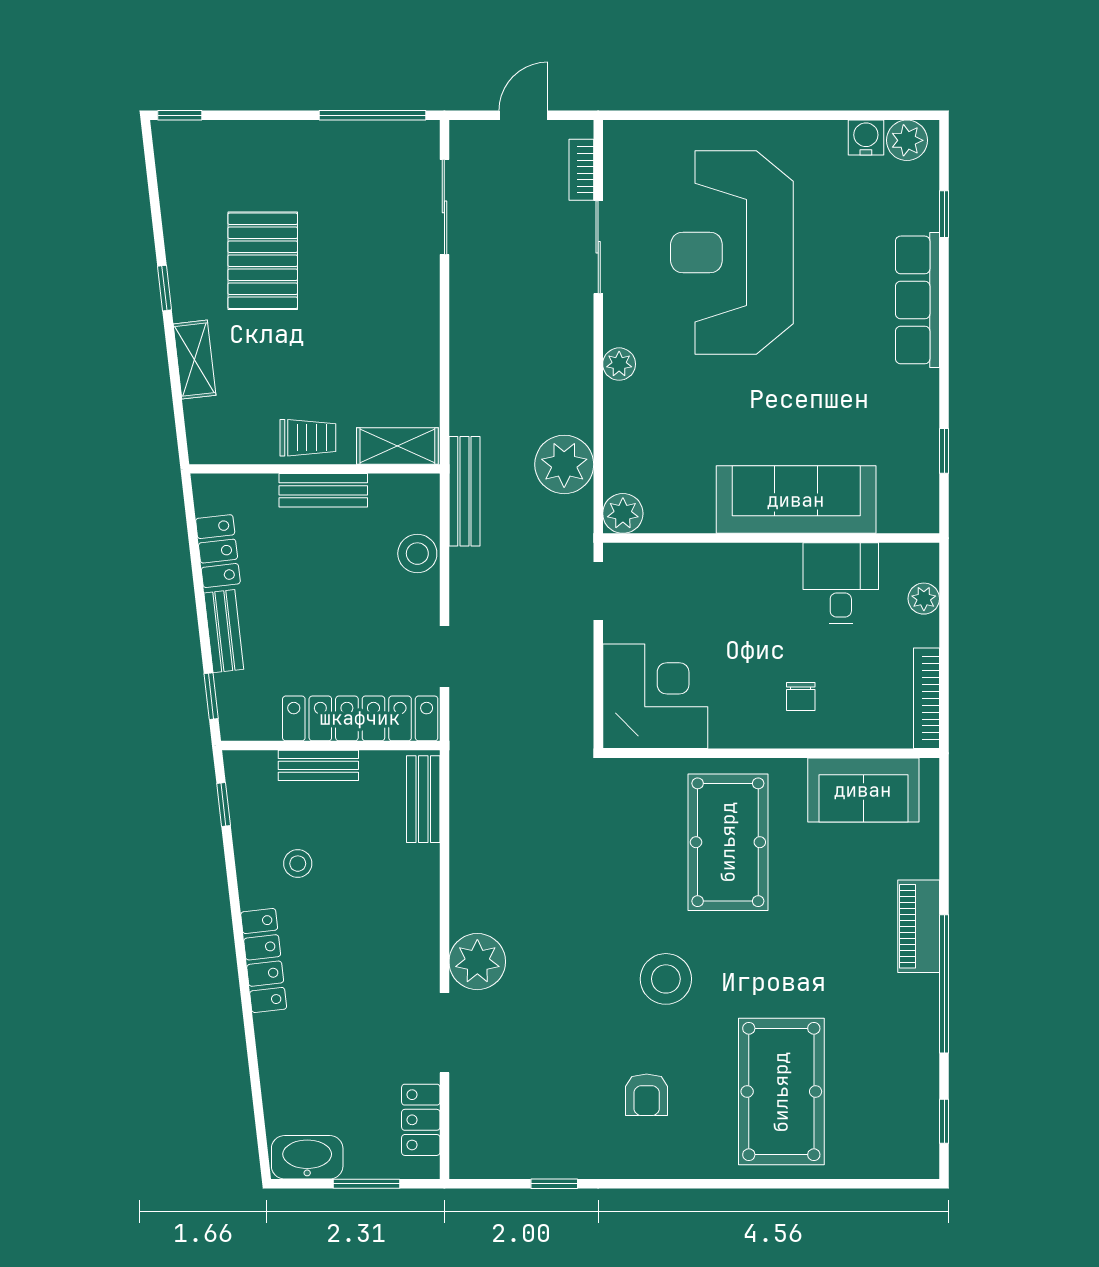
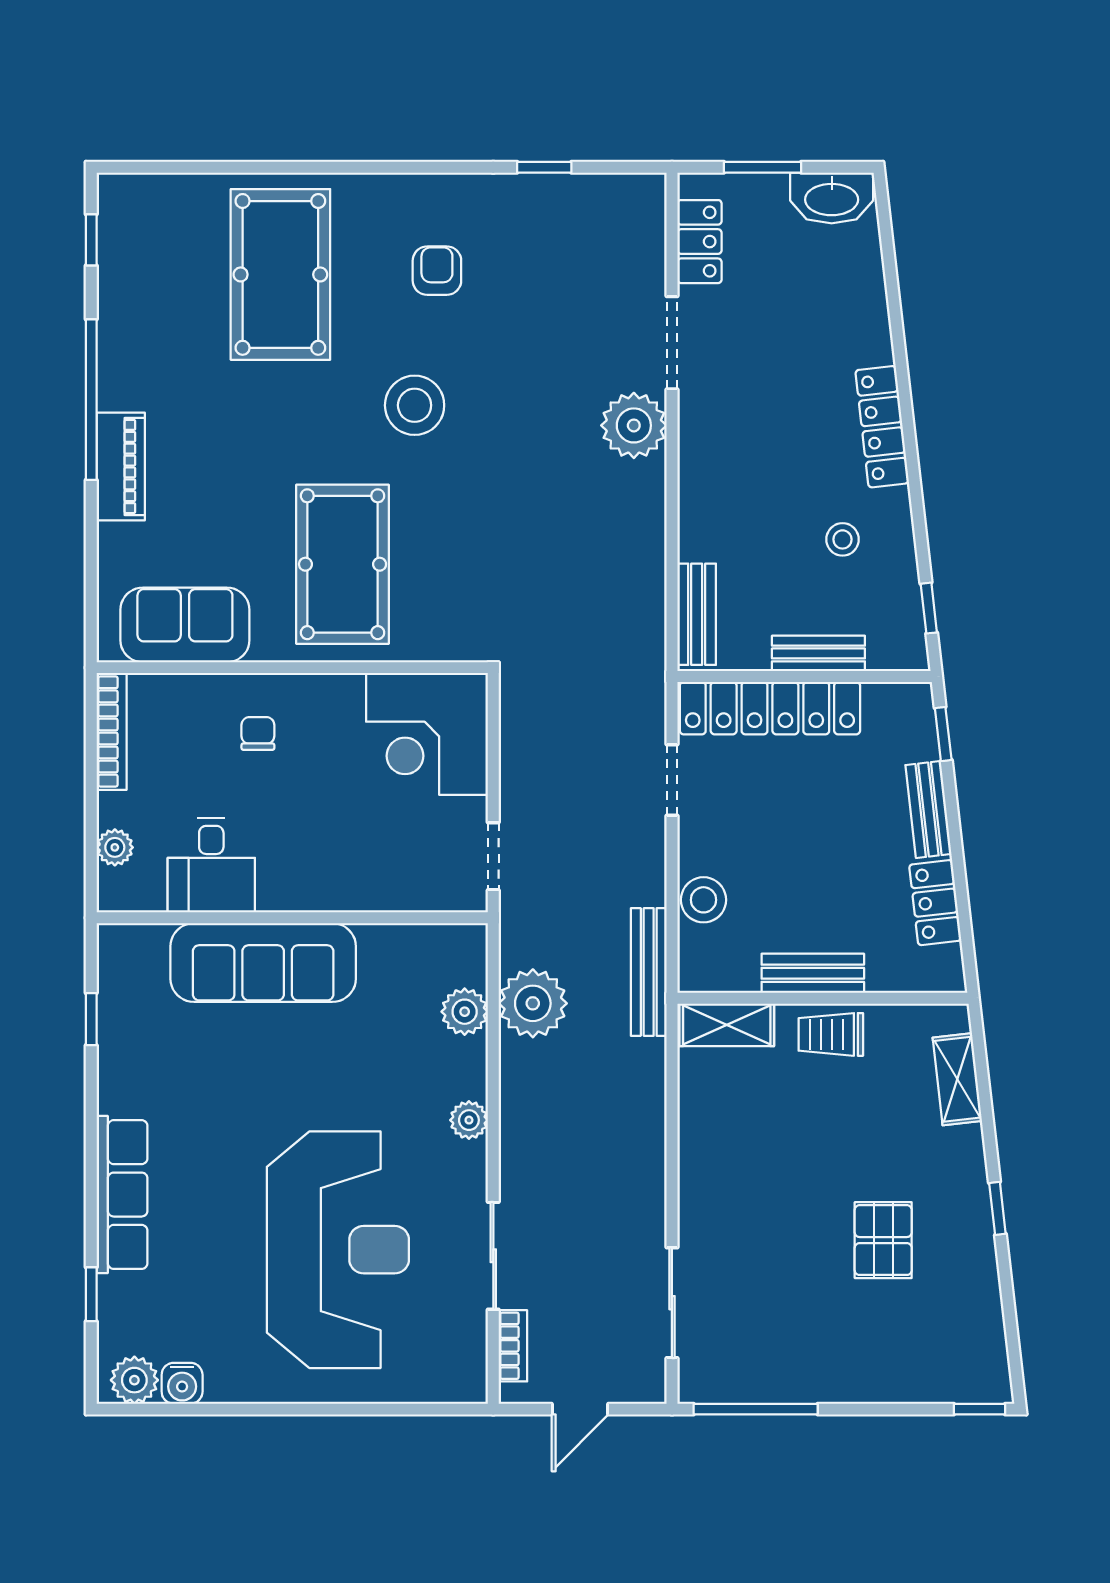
pallet: (263, 261) -> (883, 1240), width x0.67, depth x0.71
shelving: (194, 360) -> (957, 1079), moved
plant: (623, 513) -> (465, 1012), moved

